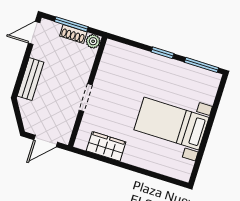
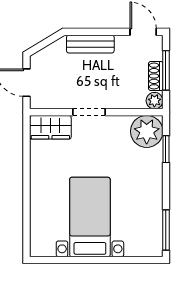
window: (162, 53) -> (166, 149), moved
plant: (116, 55) -> (147, 131), added
wardrobe: (106, 146) -> (50, 127), moved, turned 90

